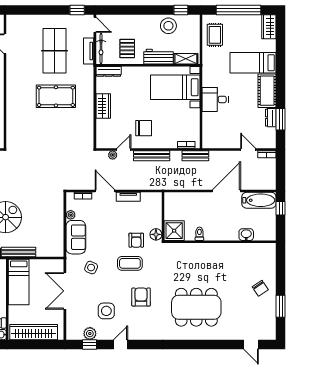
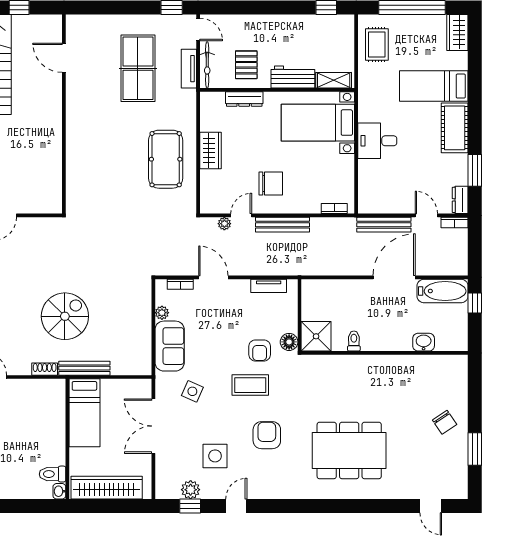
stool: (168, 26) -> (308, 31), removed
dresser: (109, 71) -> (244, 99), moved
pool table: (56, 96) -> (166, 159), moved, turned 90
dresser: (271, 118) -> (460, 200), moved
bench: (195, 156) -> (384, 225), moved, width x1.36
tv unit: (128, 197) -> (269, 286), moved

